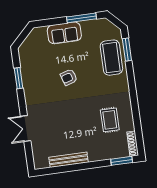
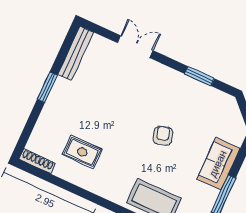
bench: (69, 160) -> (76, 53), moved
window: (122, 161) -> (47, 87), moved

